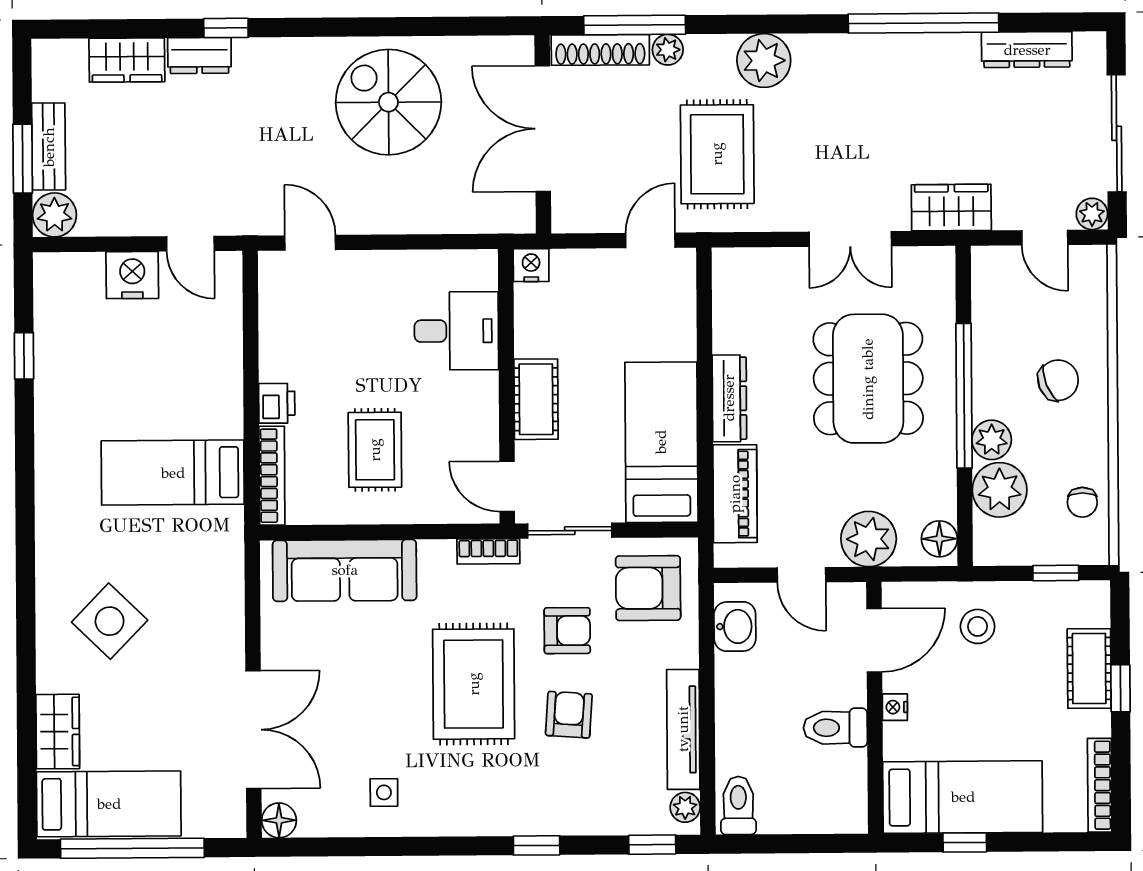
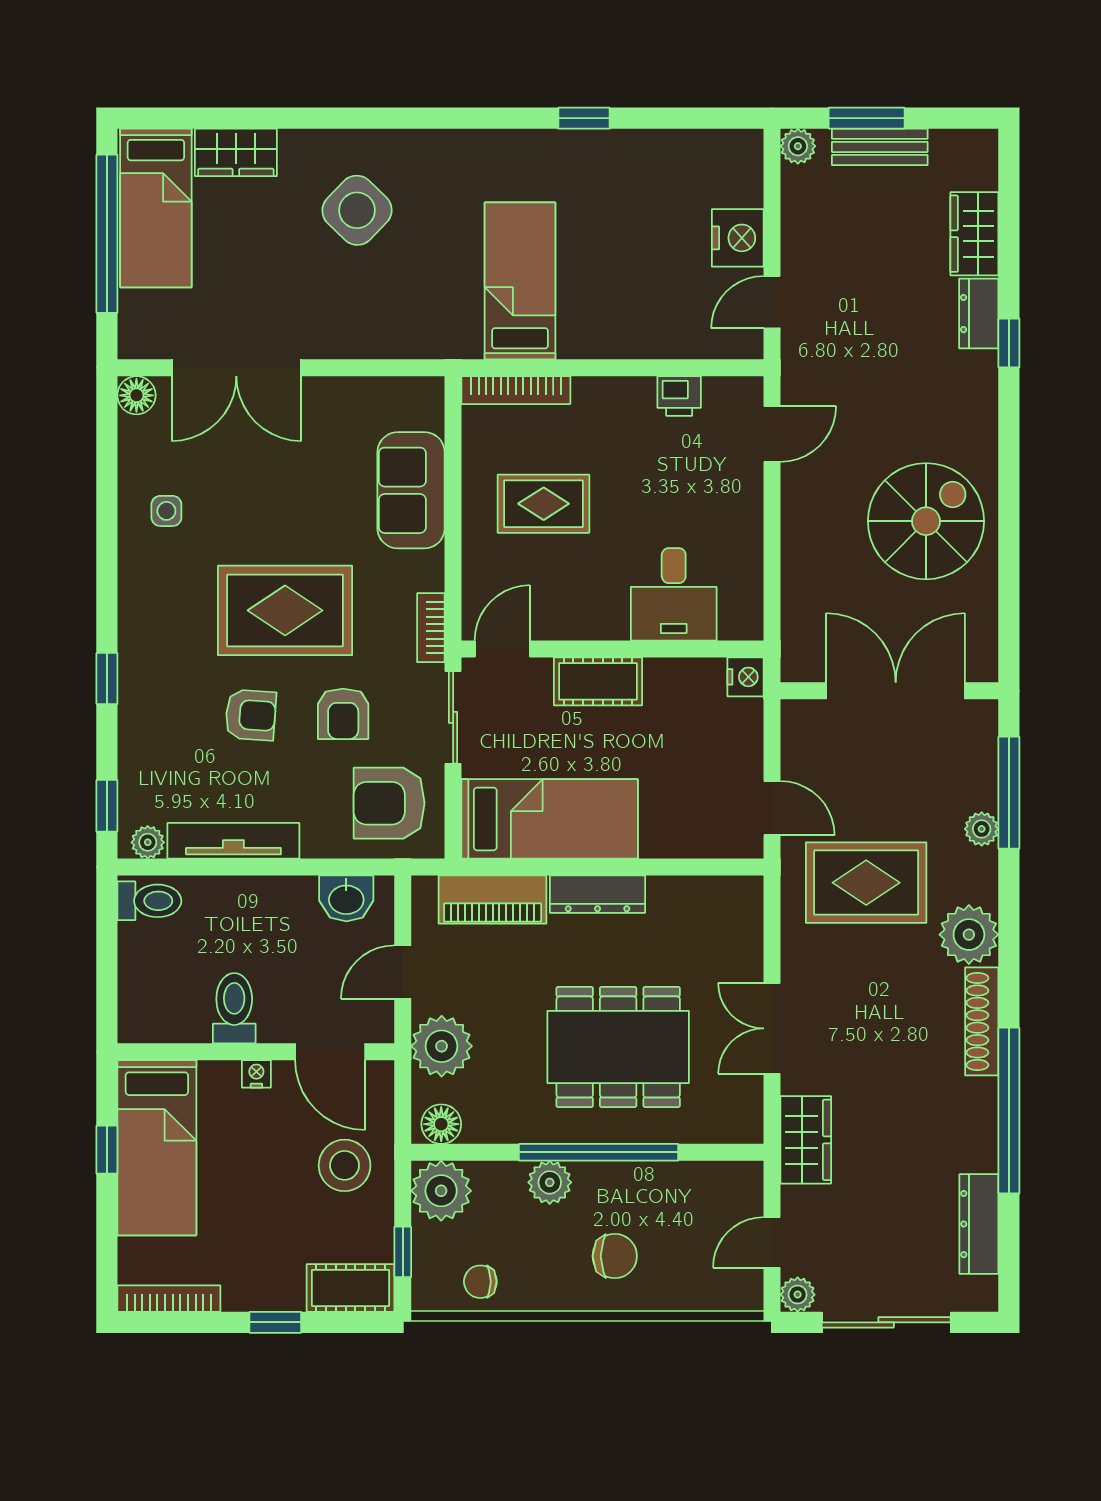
shoe rack: (600, 50) -> (982, 1021), moved
plant: (54, 215) -> (798, 146), width x0.73, depth x0.73
window: (24, 356) -> (584, 118), moved
chair: (1058, 380) -> (615, 1256), turned -68
printer: (277, 403) -> (679, 396), moved
plant: (1000, 490) -> (441, 1191), moved
sofa: (345, 570) -> (411, 490), width x0.73
armchair: (648, 588) -> (389, 803), turned -90
stool: (978, 626) -> (345, 1165), width x1.38, depth x1.38
cot: (1089, 668) -> (350, 1288), moved

